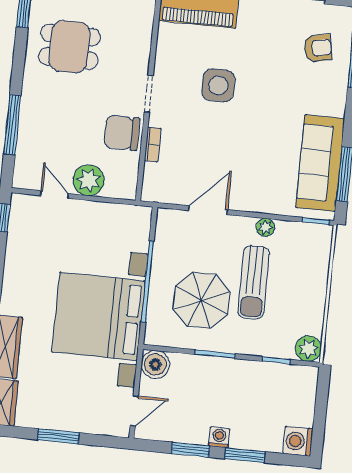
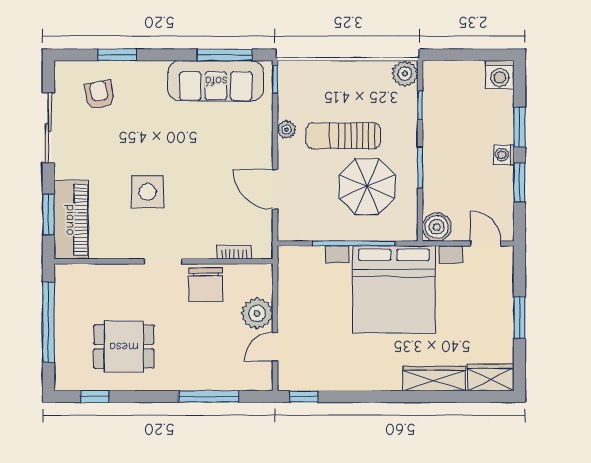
dining table: (69, 47) -> (124, 347), turned 90
bookcase: (153, 145) -> (234, 252), moved
sun lounger: (254, 282) -> (343, 136), turned 180

